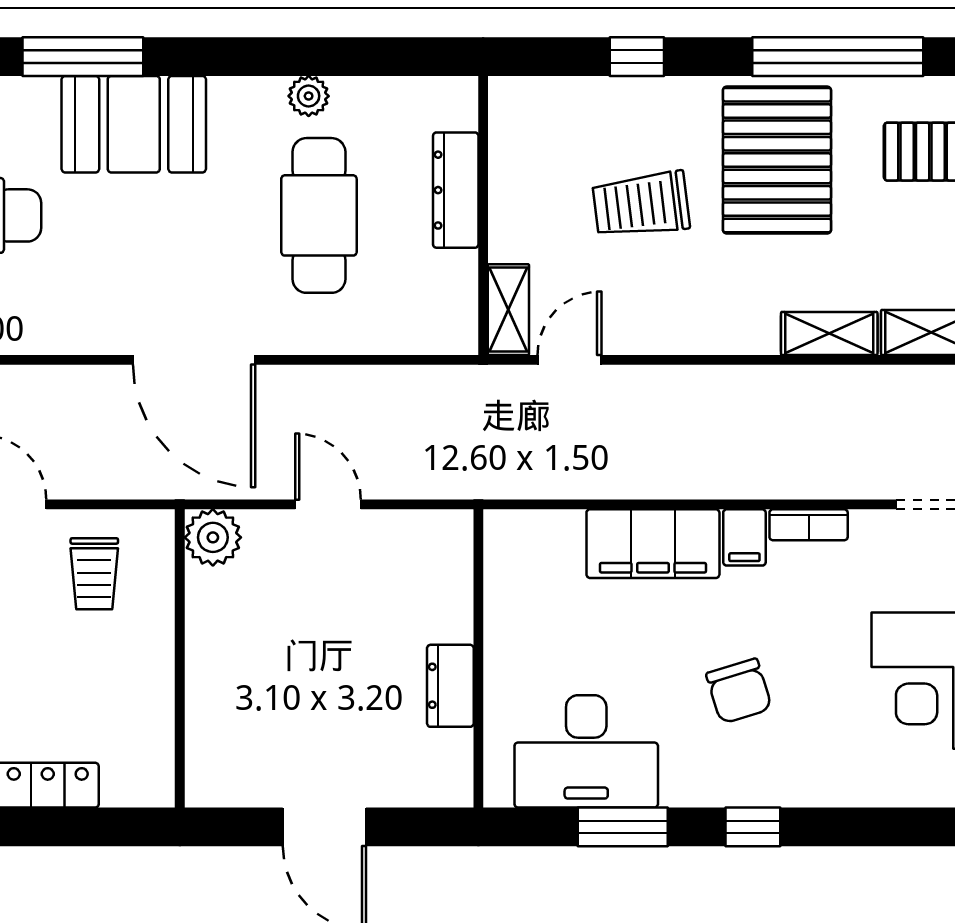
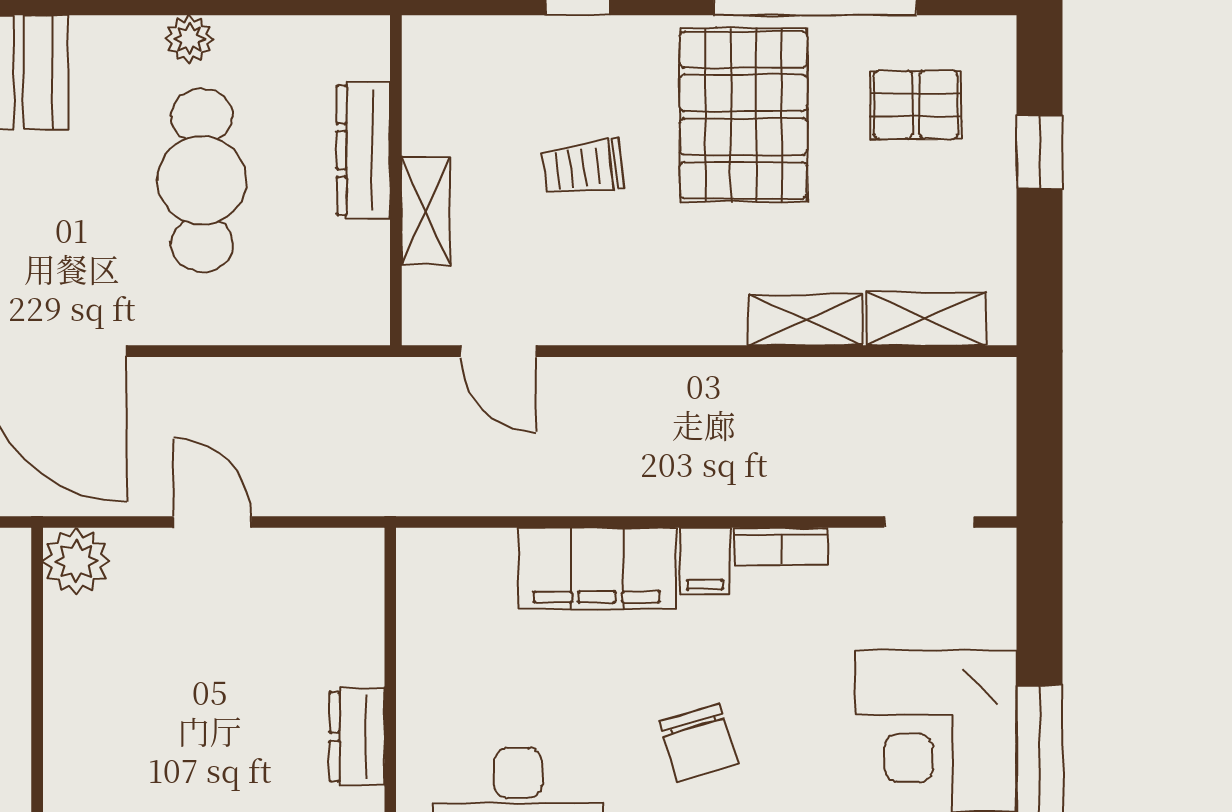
trolley: (641, 205) -> (583, 167), width x0.73, depth x0.72
shelving: (508, 310) -> (426, 211), moved
door: (570, 360) -> (498, 351), swing flipped

